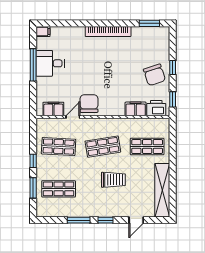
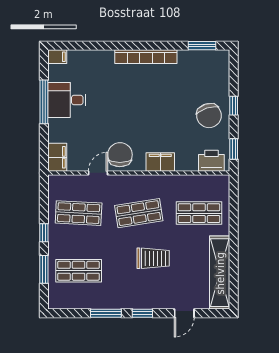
filing cabinet: (53, 109) -> (57, 157), moved, turned 90
filing cabinet: (136, 109) -> (160, 162), moved

